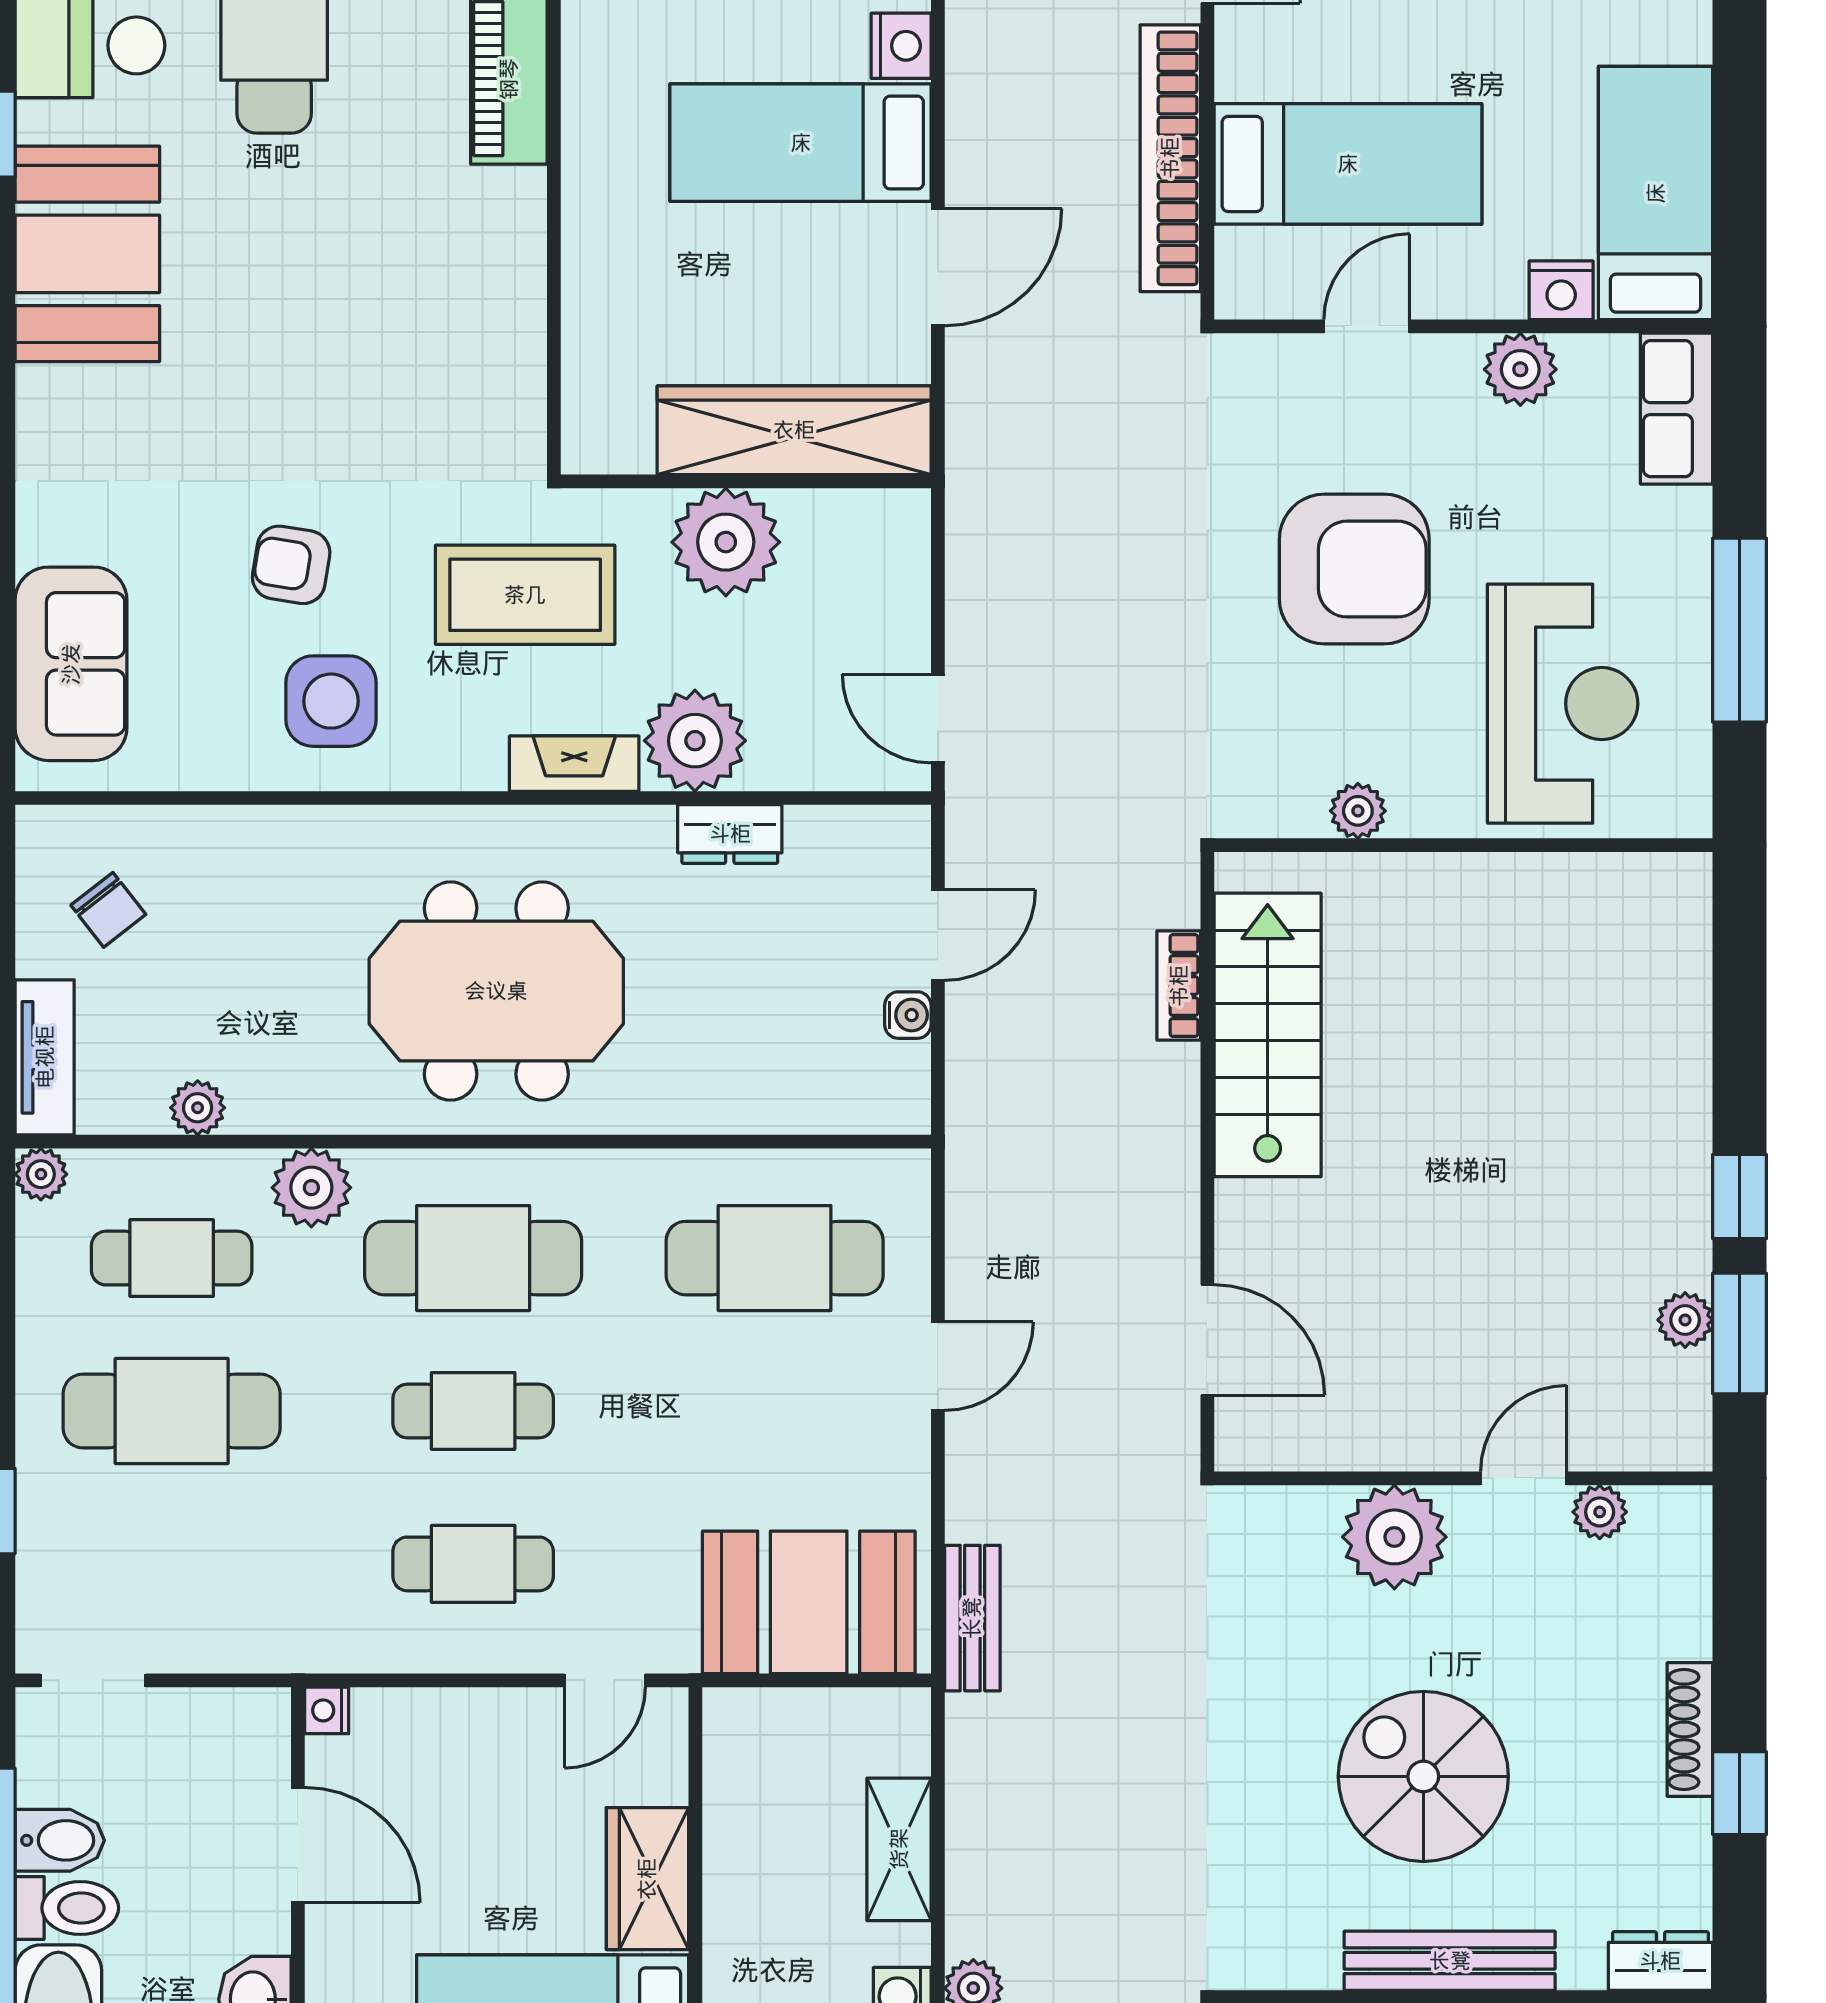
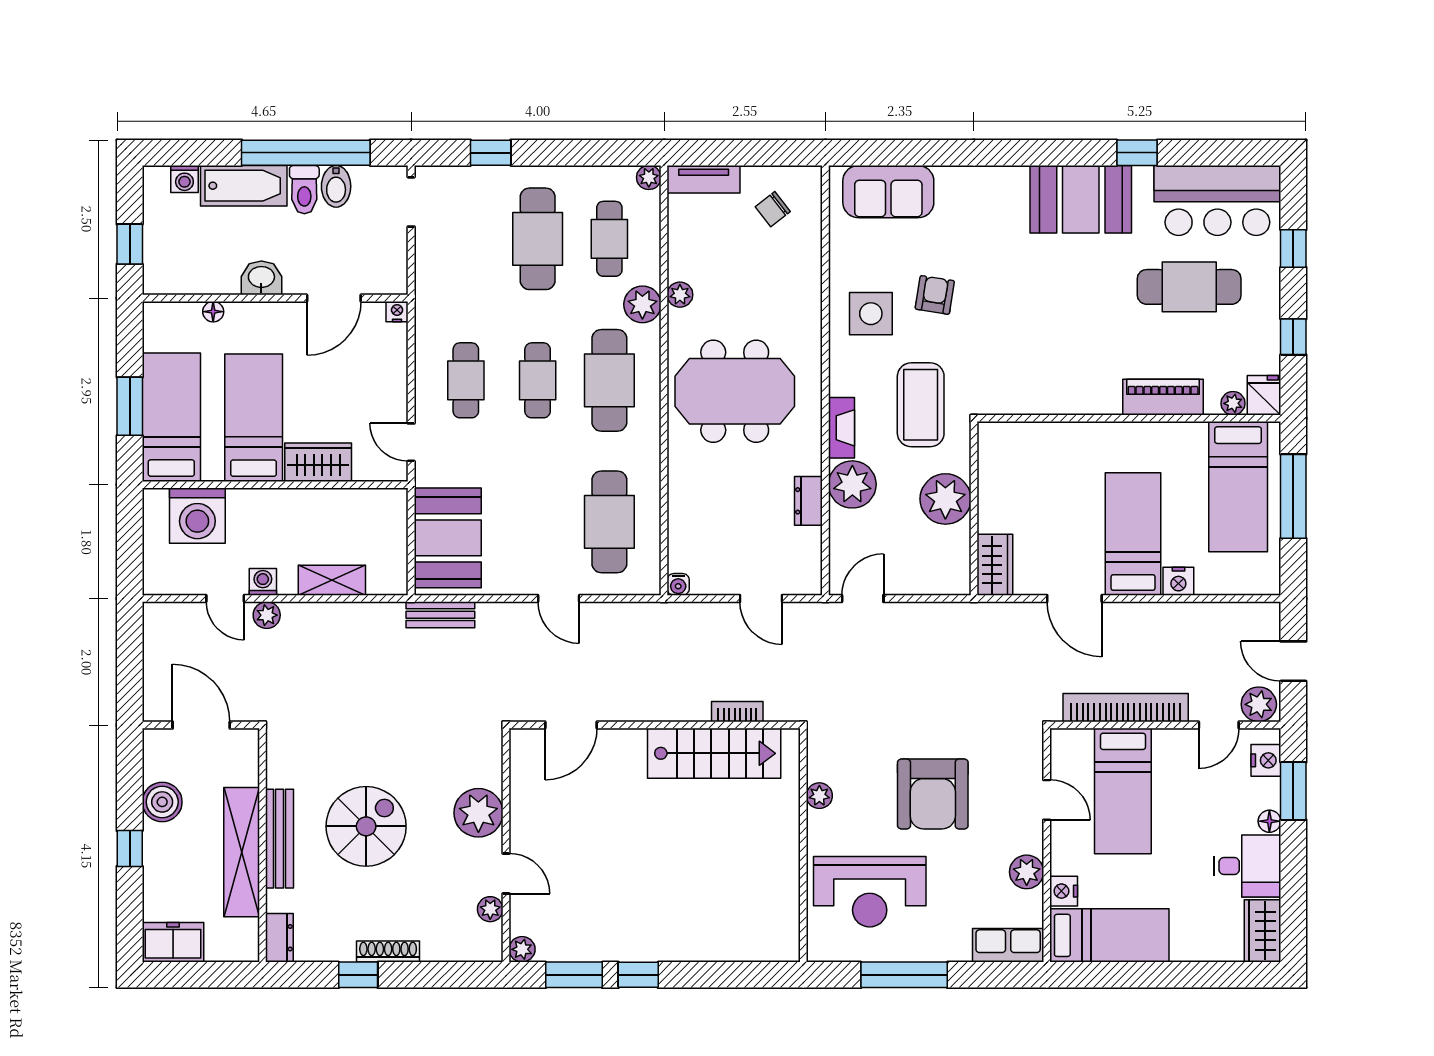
wardrobe: (794, 430) -> (995, 565), width x0.48, depth x0.85
meeting table: (496, 991) -> (735, 391), turned 90
water cooler: (908, 1015) -> (678, 584), moved
plant: (198, 1108) -> (680, 295), moved
plant: (1685, 1320) -> (522, 949), moved

